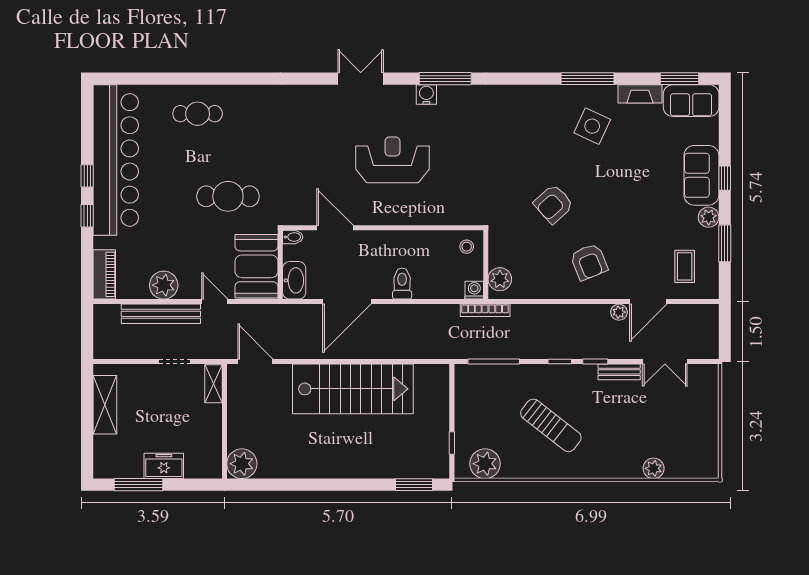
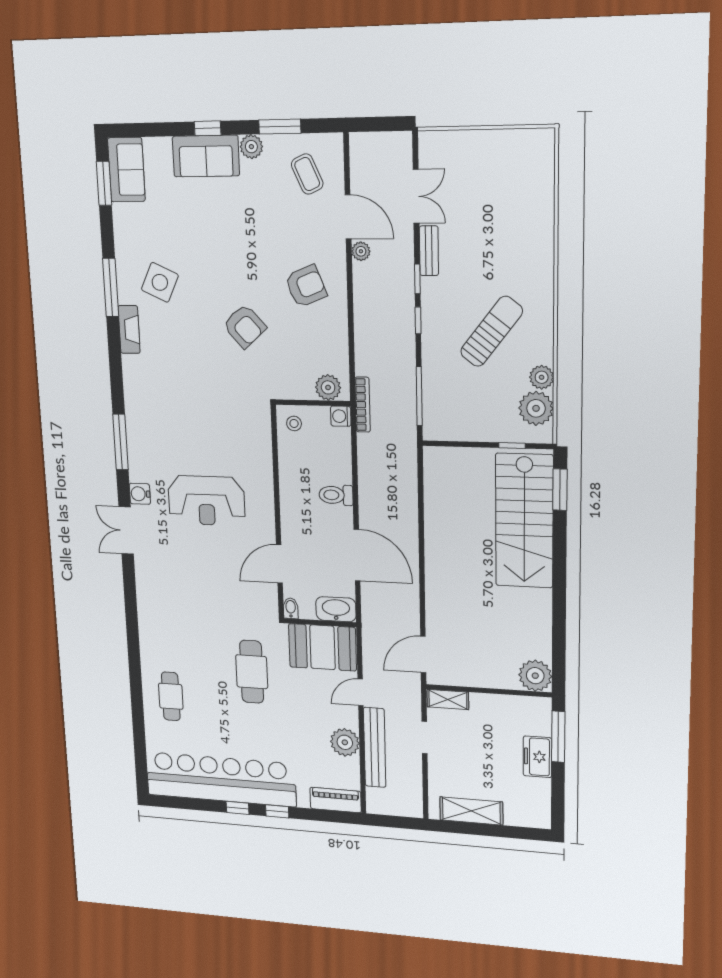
fireplace: (640, 94) -> (129, 329), moved
water cooler: (426, 95) -> (140, 494), moved
reception desk: (392, 160) -> (206, 501), turned -90
coffee table: (685, 266) -> (307, 174), turned 66
stairs: (353, 389) -> (524, 521), moved, turned 180
plant: (654, 468) -> (542, 377), moved
window: (139, 485) -> (558, 737), moved

